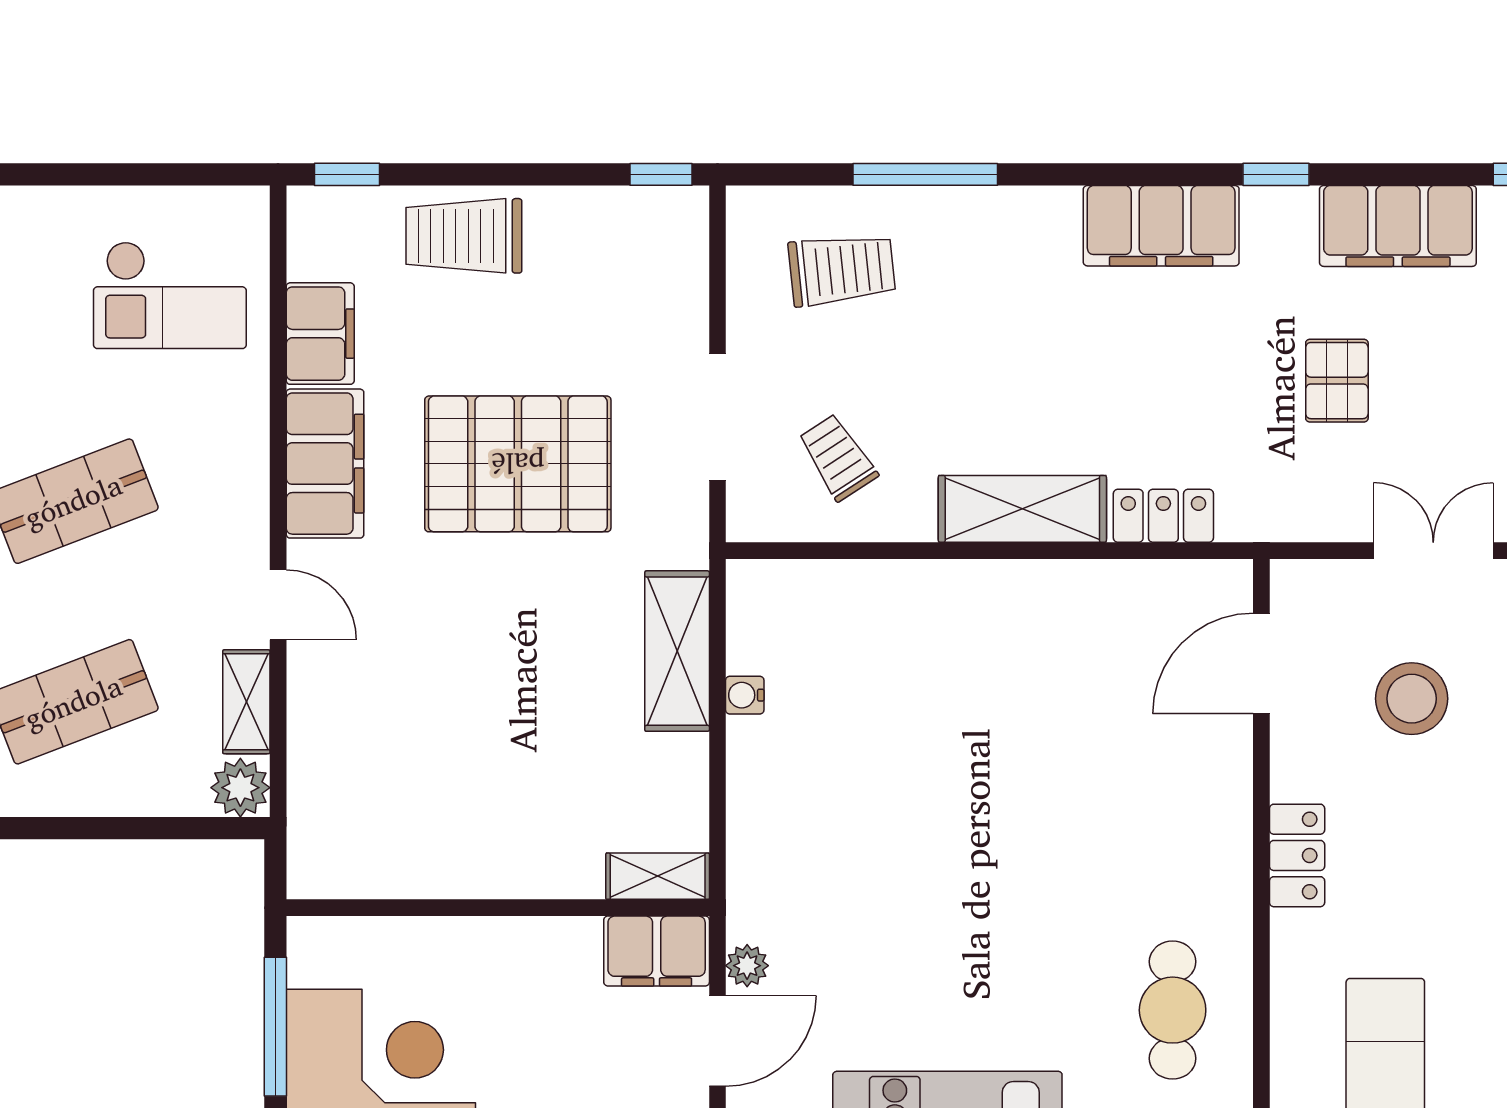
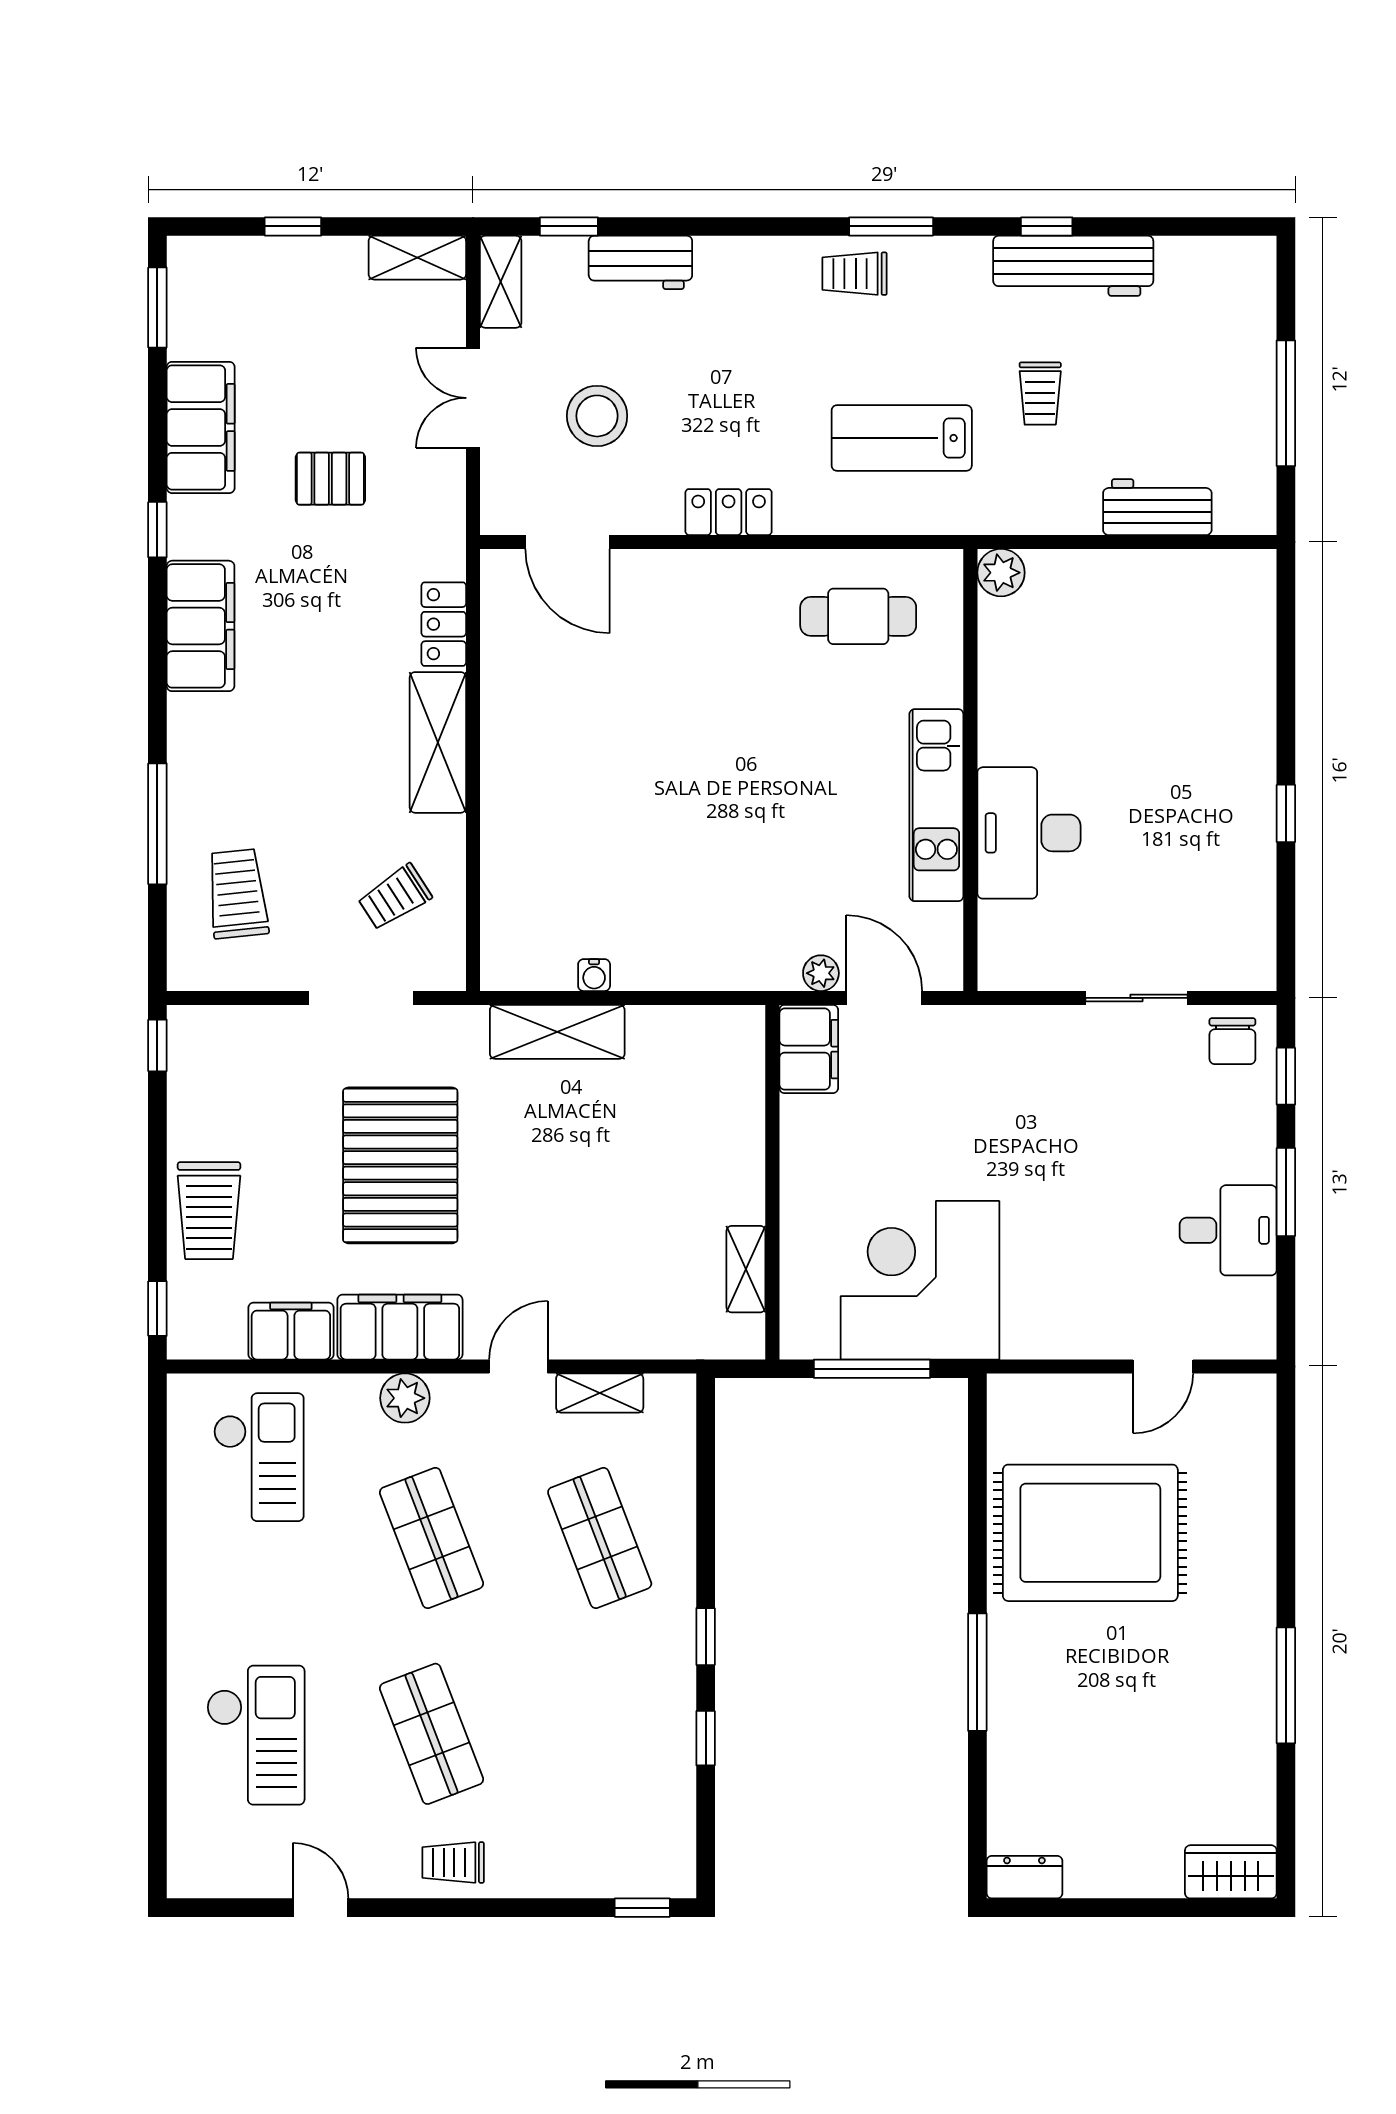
plant: (240, 788) -> (405, 1398), moved
shelving: (658, 876) -> (746, 1269), moved

